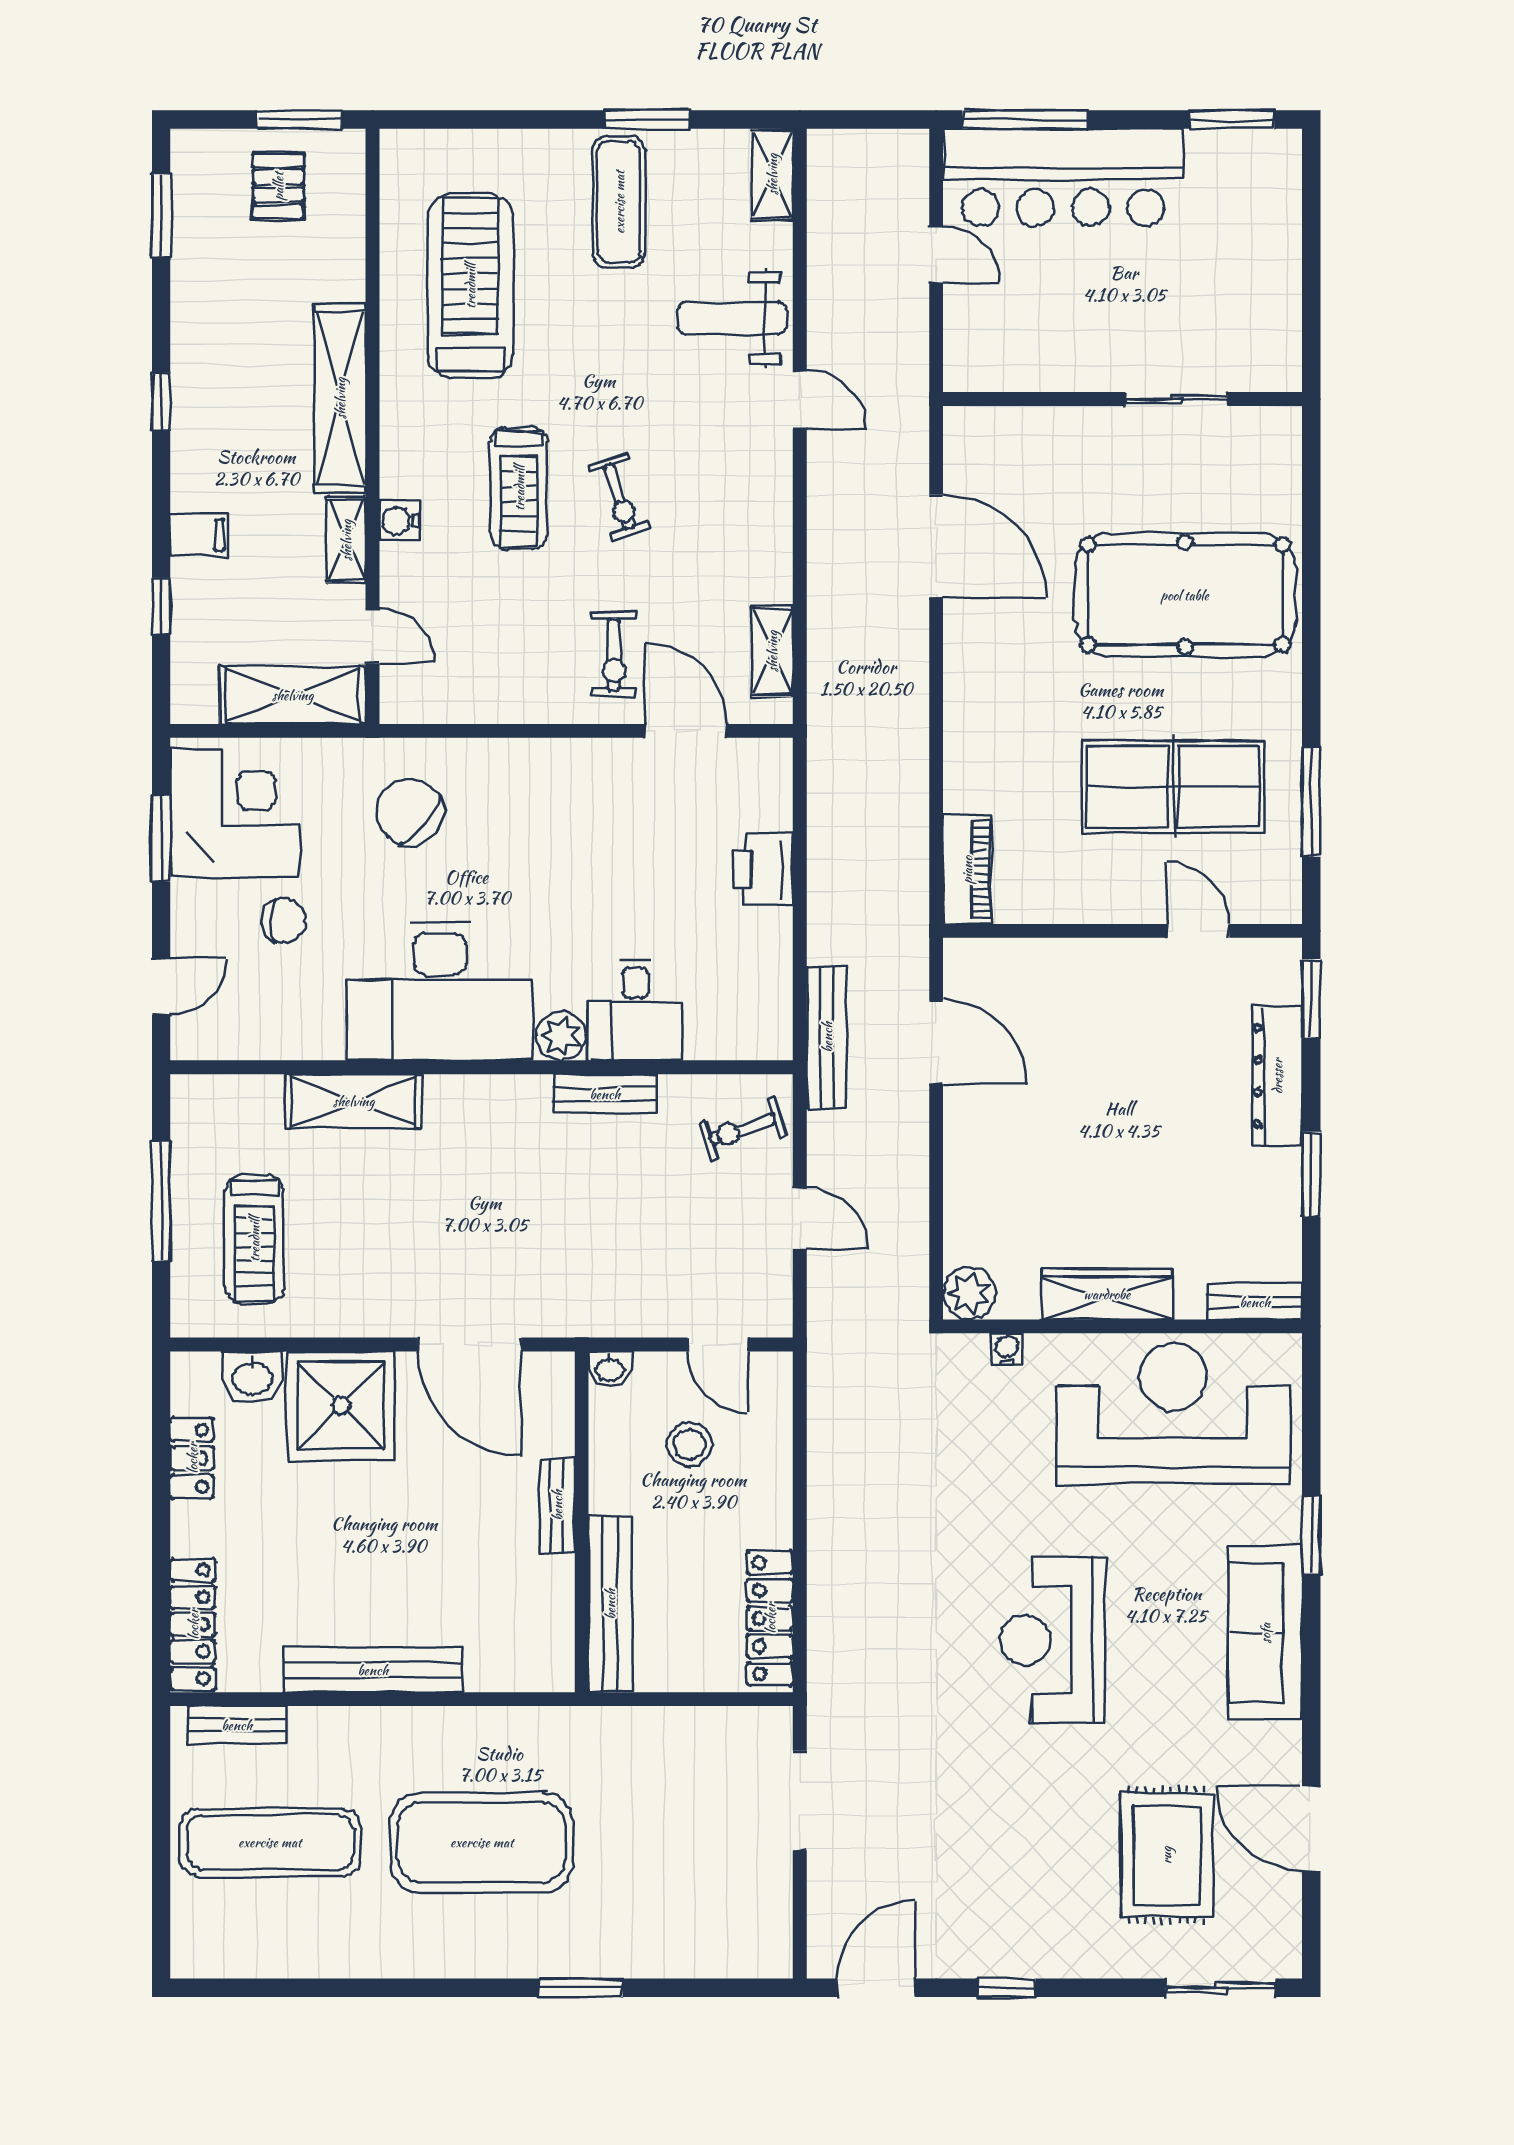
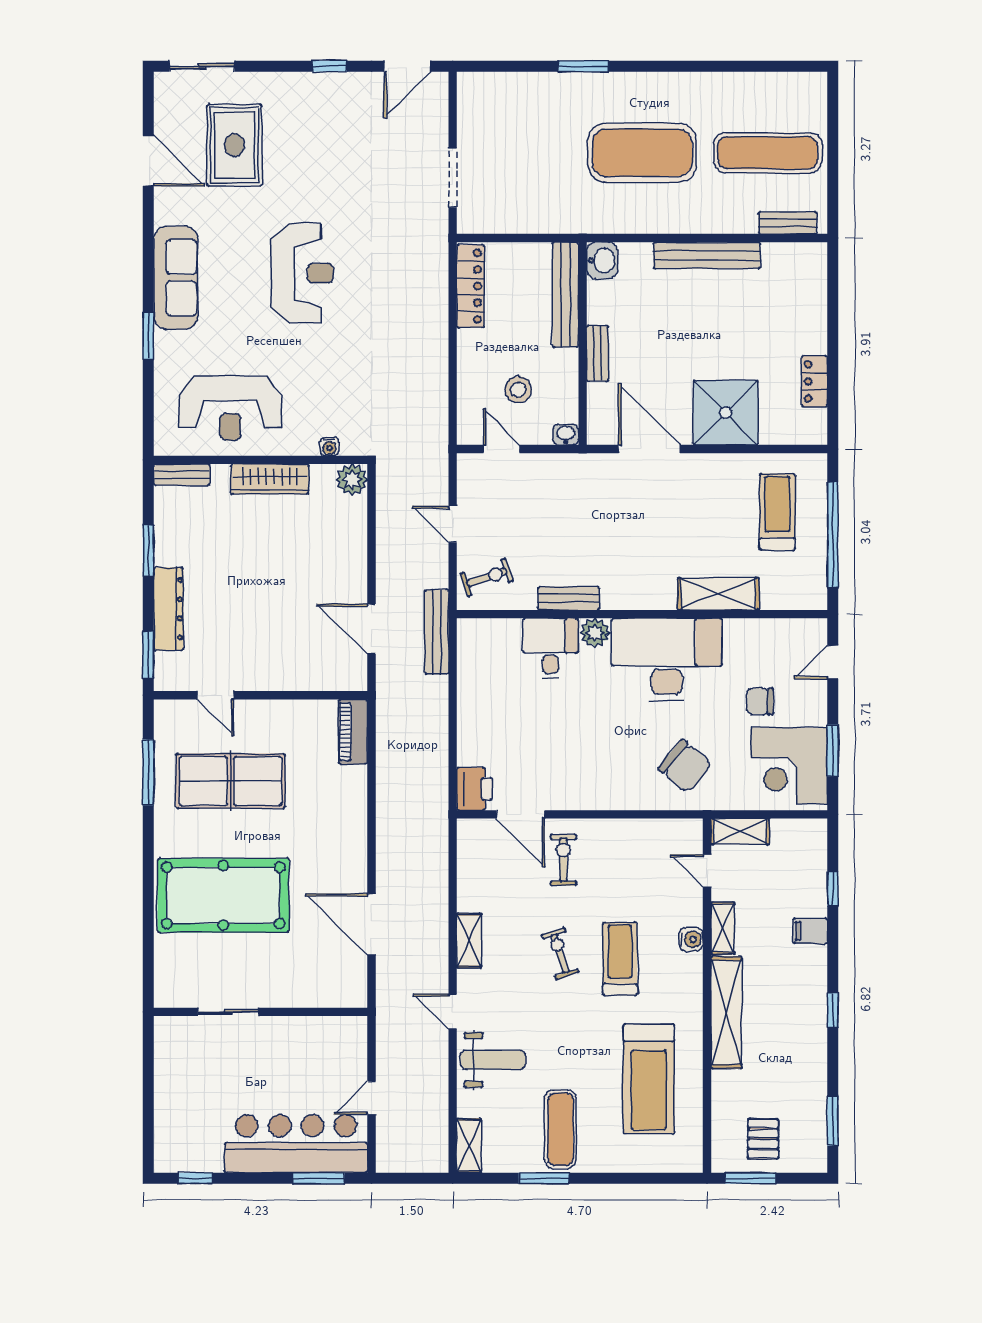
window: (1025, 119) -> (318, 1178), width x0.69
window: (1232, 119) -> (196, 1178), width x0.67
door: (936, 255) -> (372, 1098), hinge flipped
shelving: (772, 651) -> (469, 941), moved
shelving: (293, 695) -> (740, 831), width x0.67, depth x0.75
printer: (763, 869) -> (475, 789), moved
window: (161, 1201) -> (833, 535), width x1.46
washbasin: (252, 1377) -> (602, 260), moved, turned 90
reception desk: (1173, 1413) -> (230, 408), width x0.74, depth x0.77
locker: (193, 1624) -> (814, 283), removed

